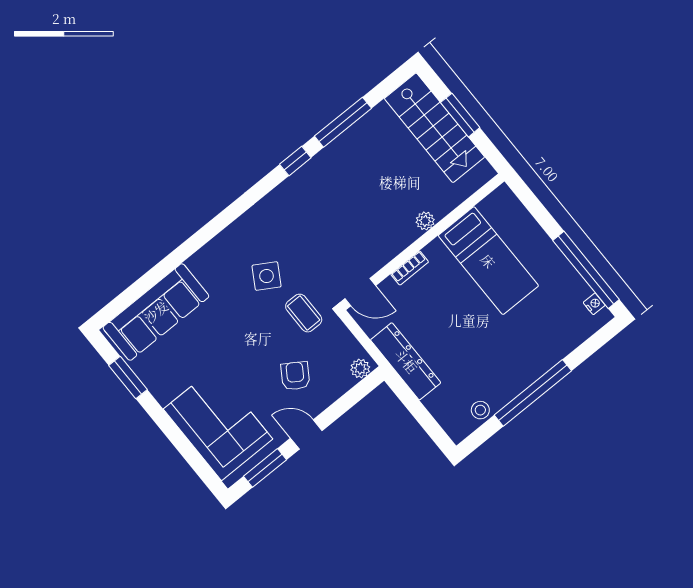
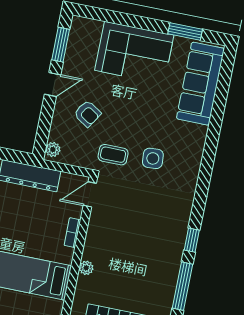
side table: (267, 276) -> (153, 158), turned -35
corner sofa: (218, 424) -> (134, 53), moved

